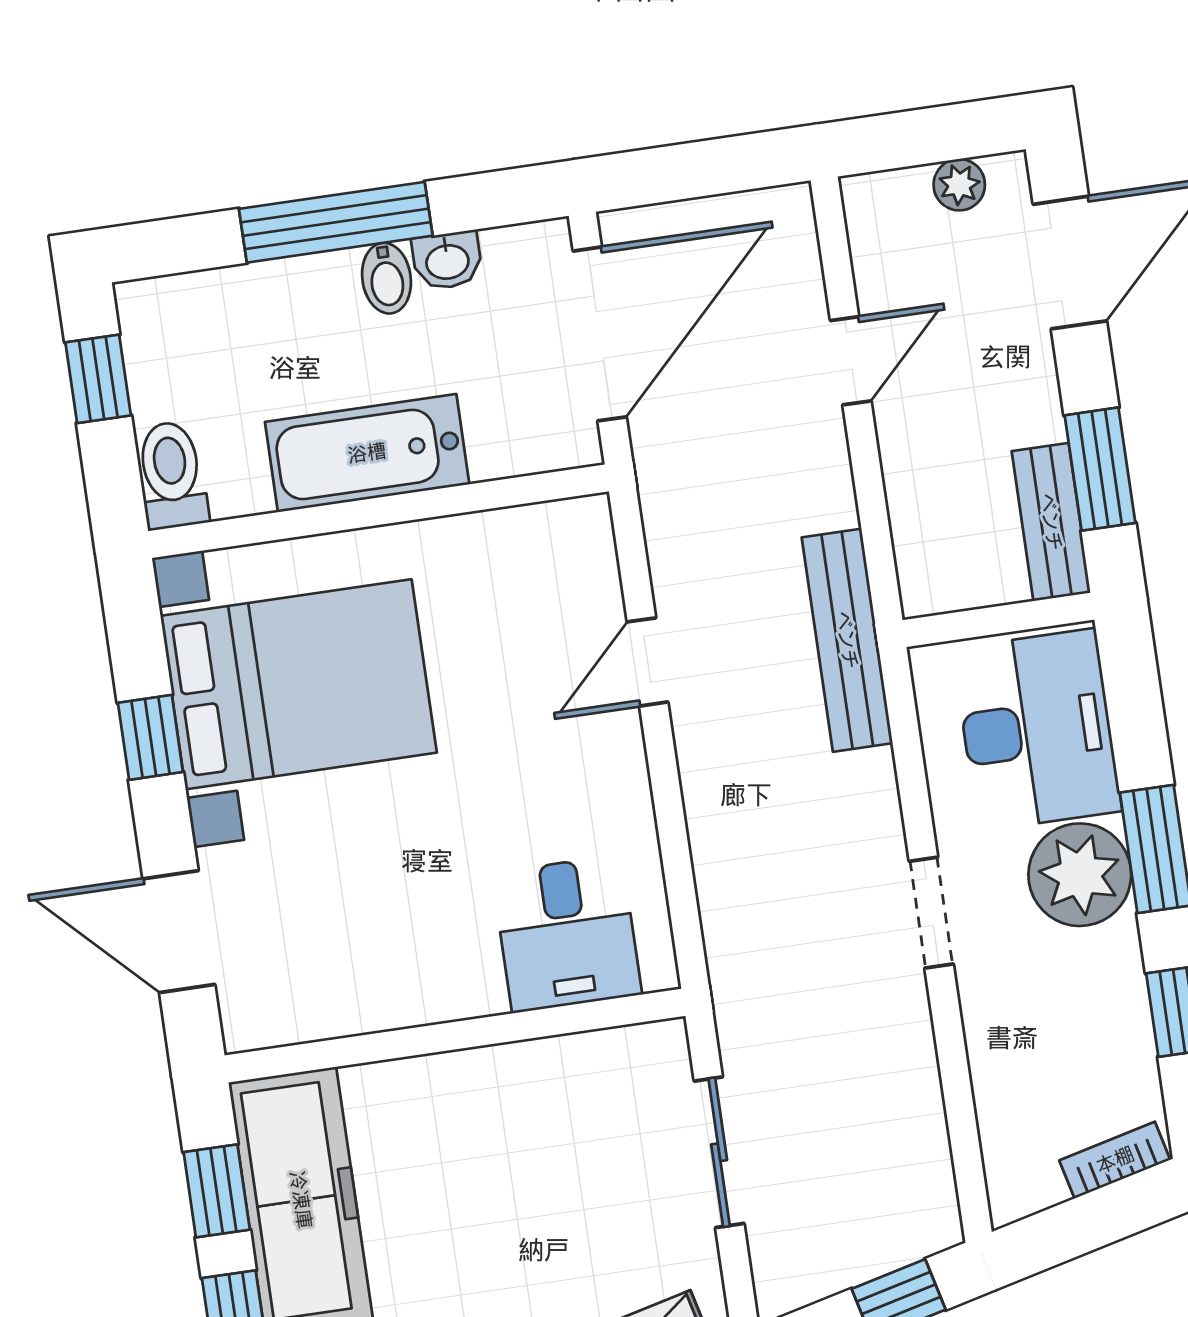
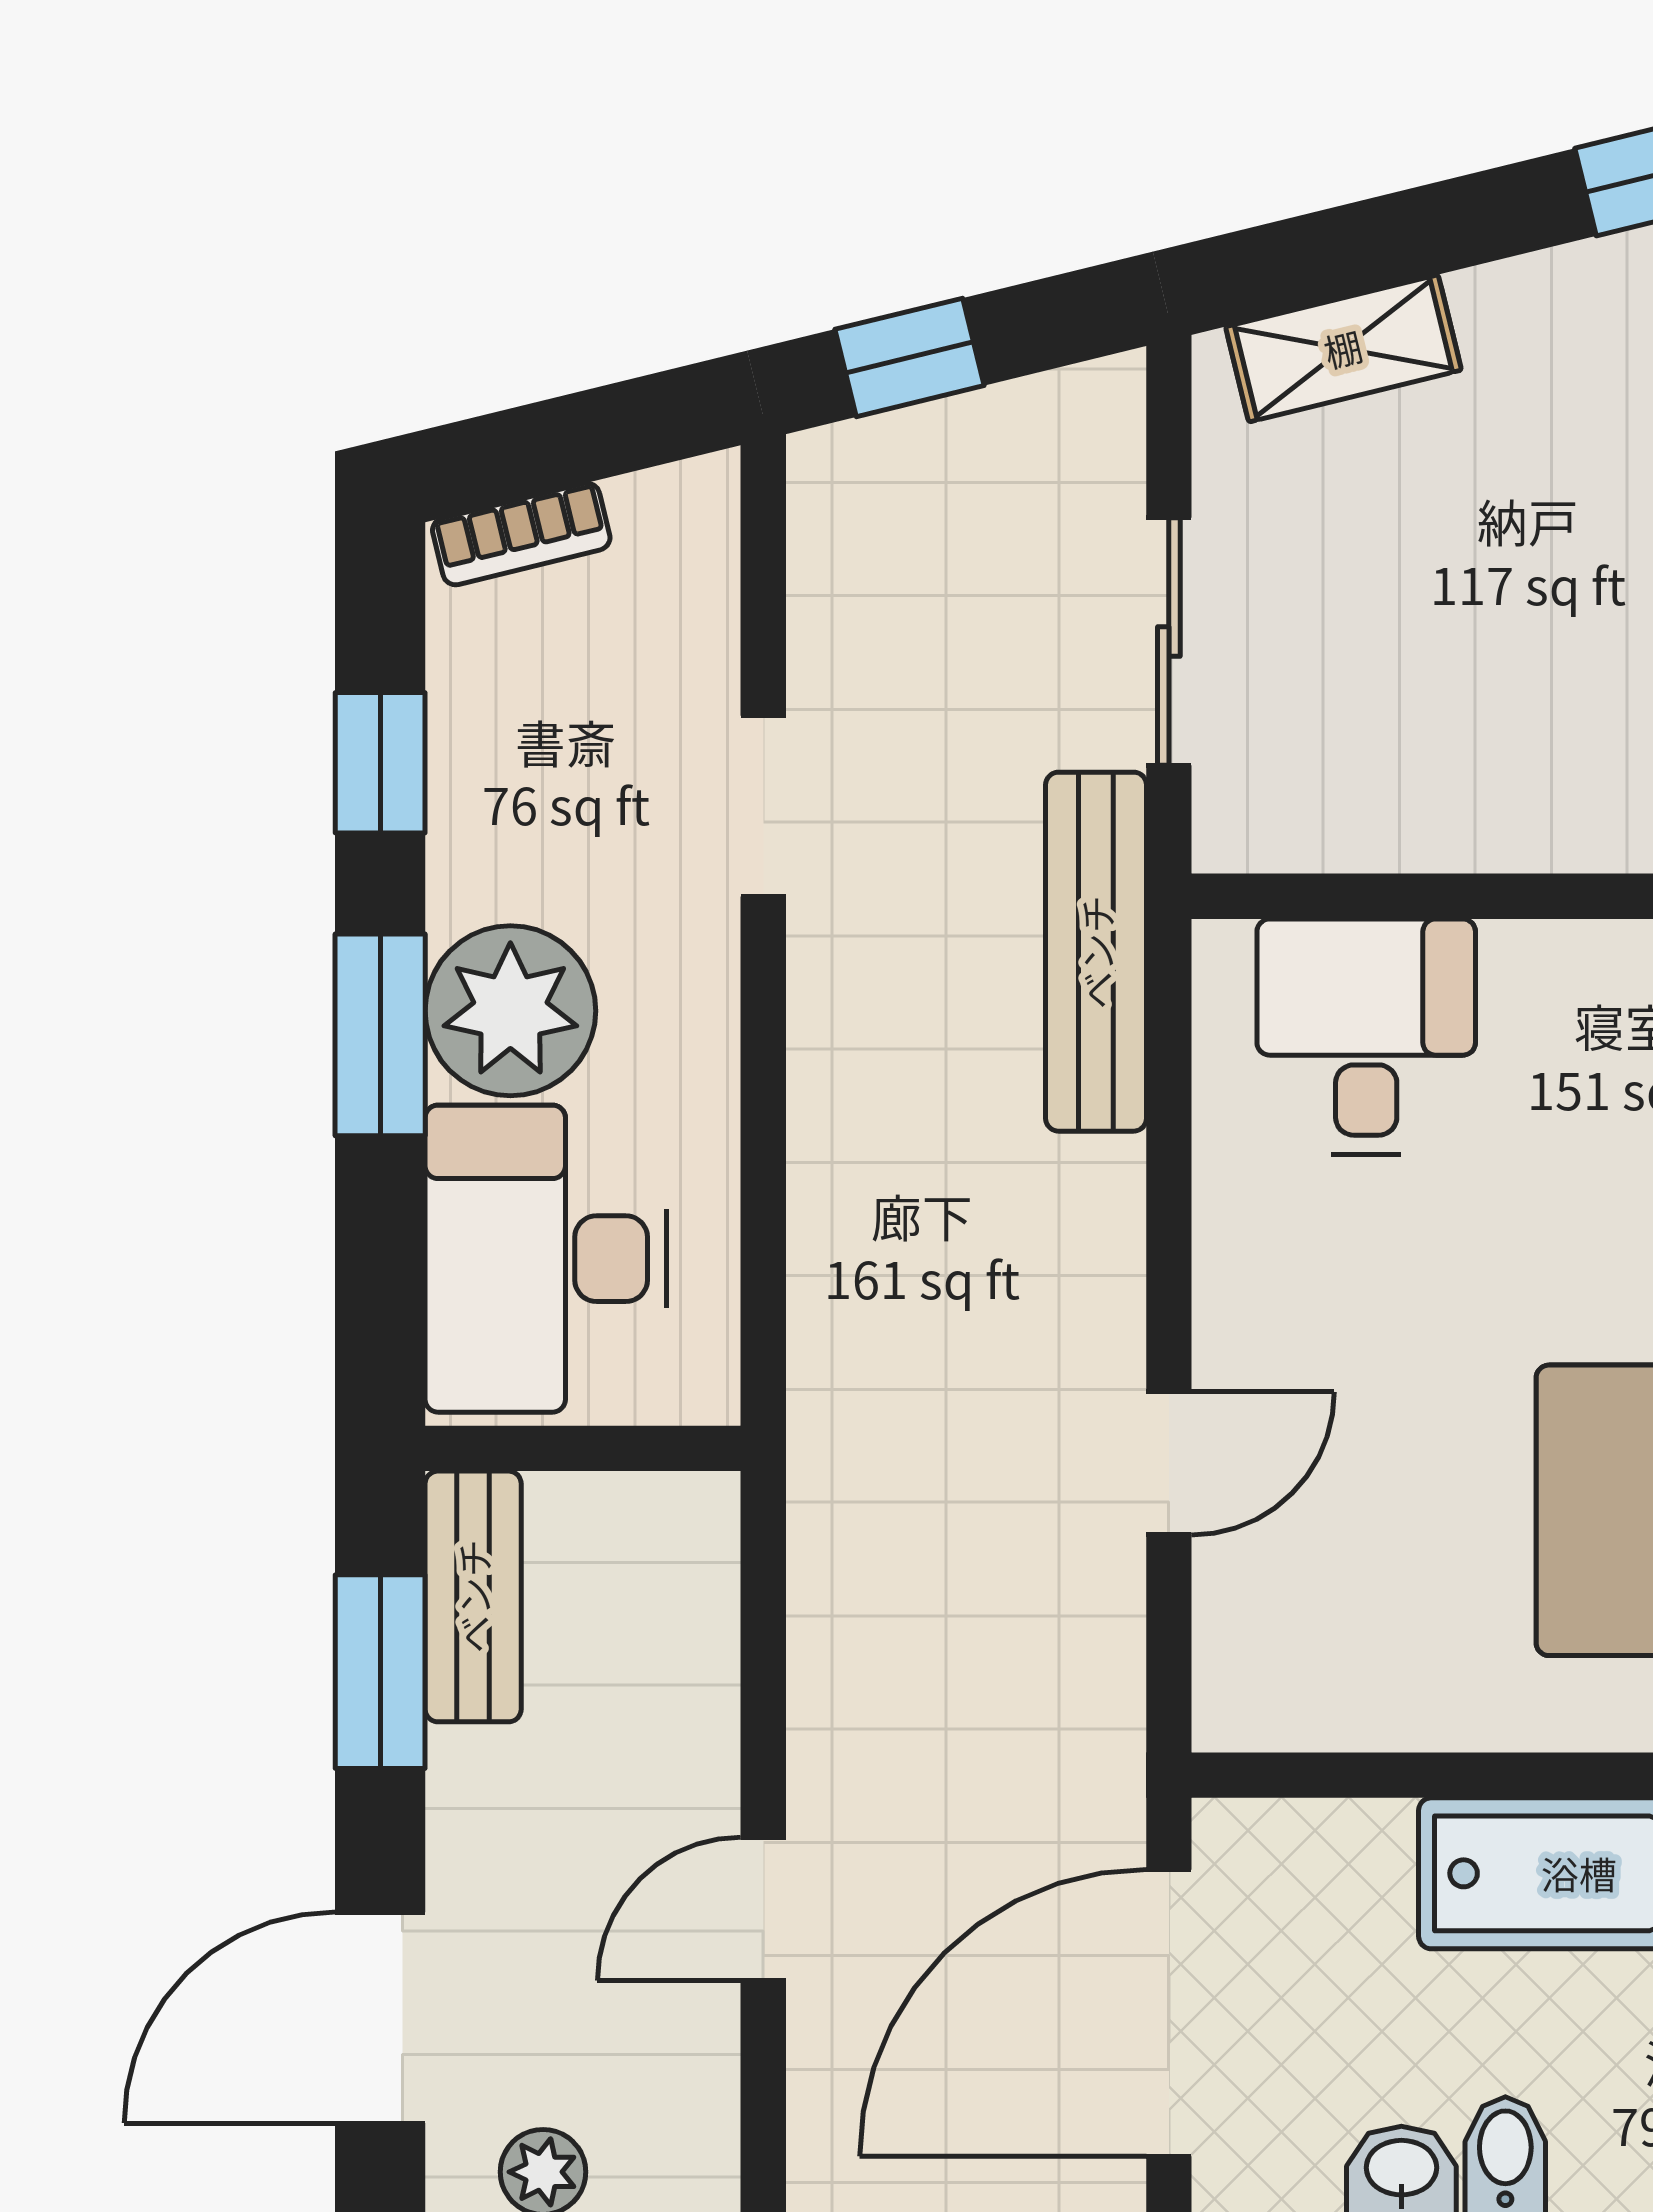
bench: (847, 640) -> (1096, 952), moved
doorway: (931, 913) -> (763, 806), moved

